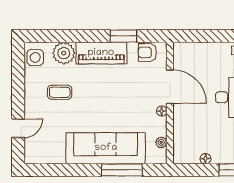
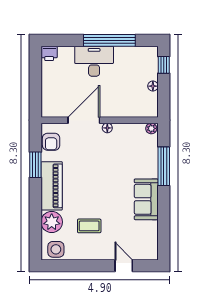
coffee table: (60, 92) -> (89, 226), turned 90
plant: (161, 142) -> (151, 128), moved
sofa: (106, 148) -> (146, 199), width x0.54, depth x0.79

